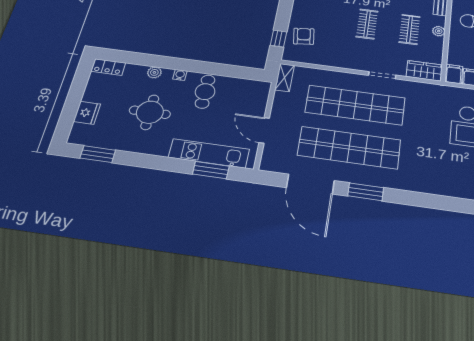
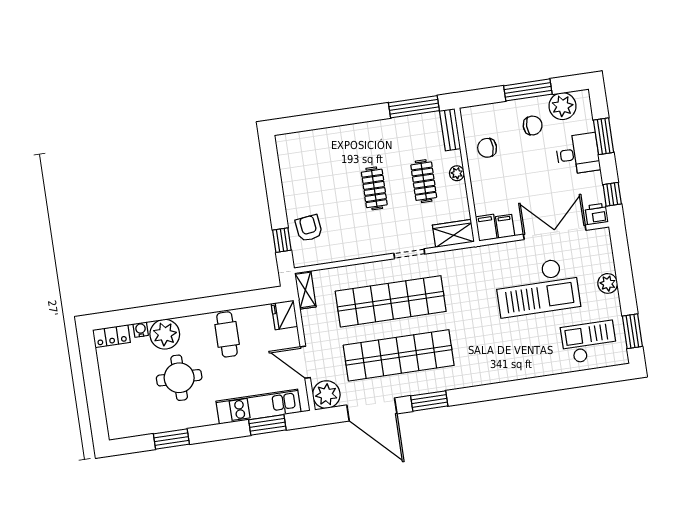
plant: (154, 72) -> (165, 334), width x1.87, depth x1.87
water cooler: (180, 75) -> (141, 330), moved
fridge: (87, 113) -> (284, 315), moved, turned 180
window: (98, 154) -> (171, 439), moved
plant: (273, 161) -> (326, 395), added

